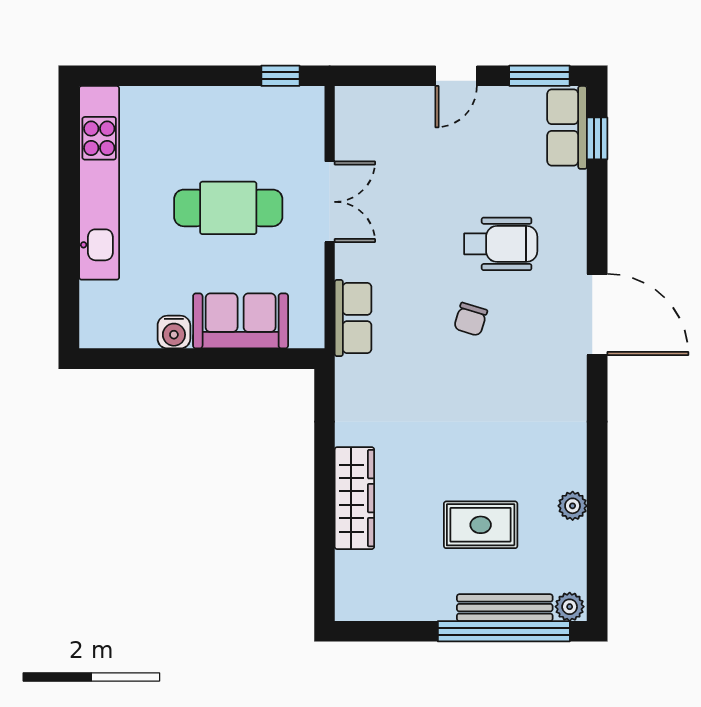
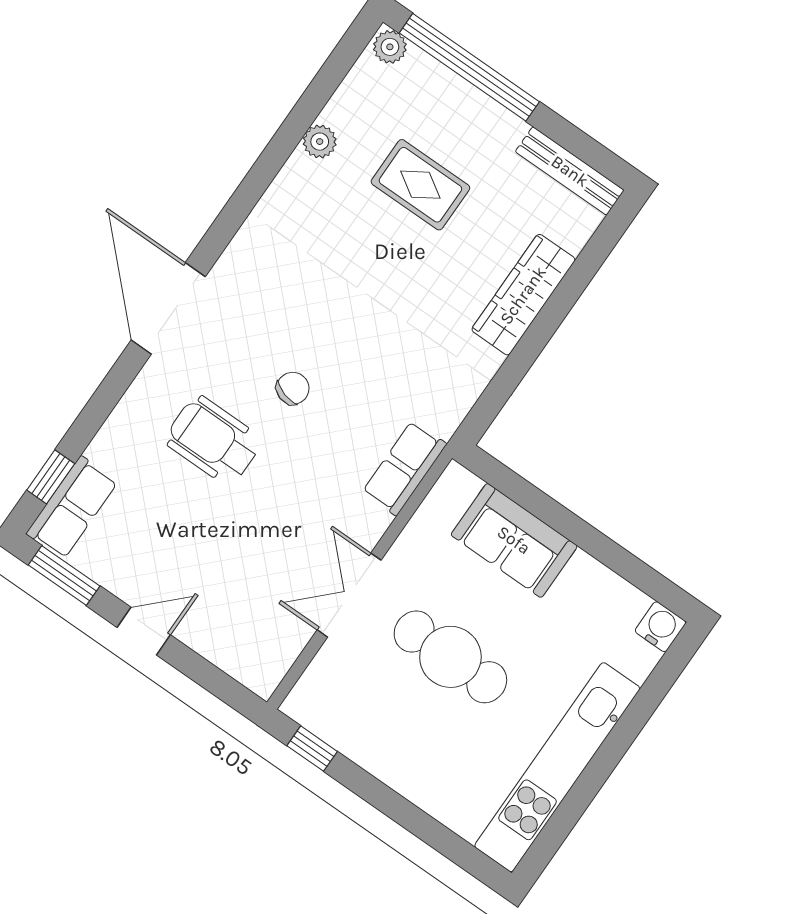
water cooler: (174, 332) -> (660, 627), moved
bench: (505, 608) -> (570, 171), moved

